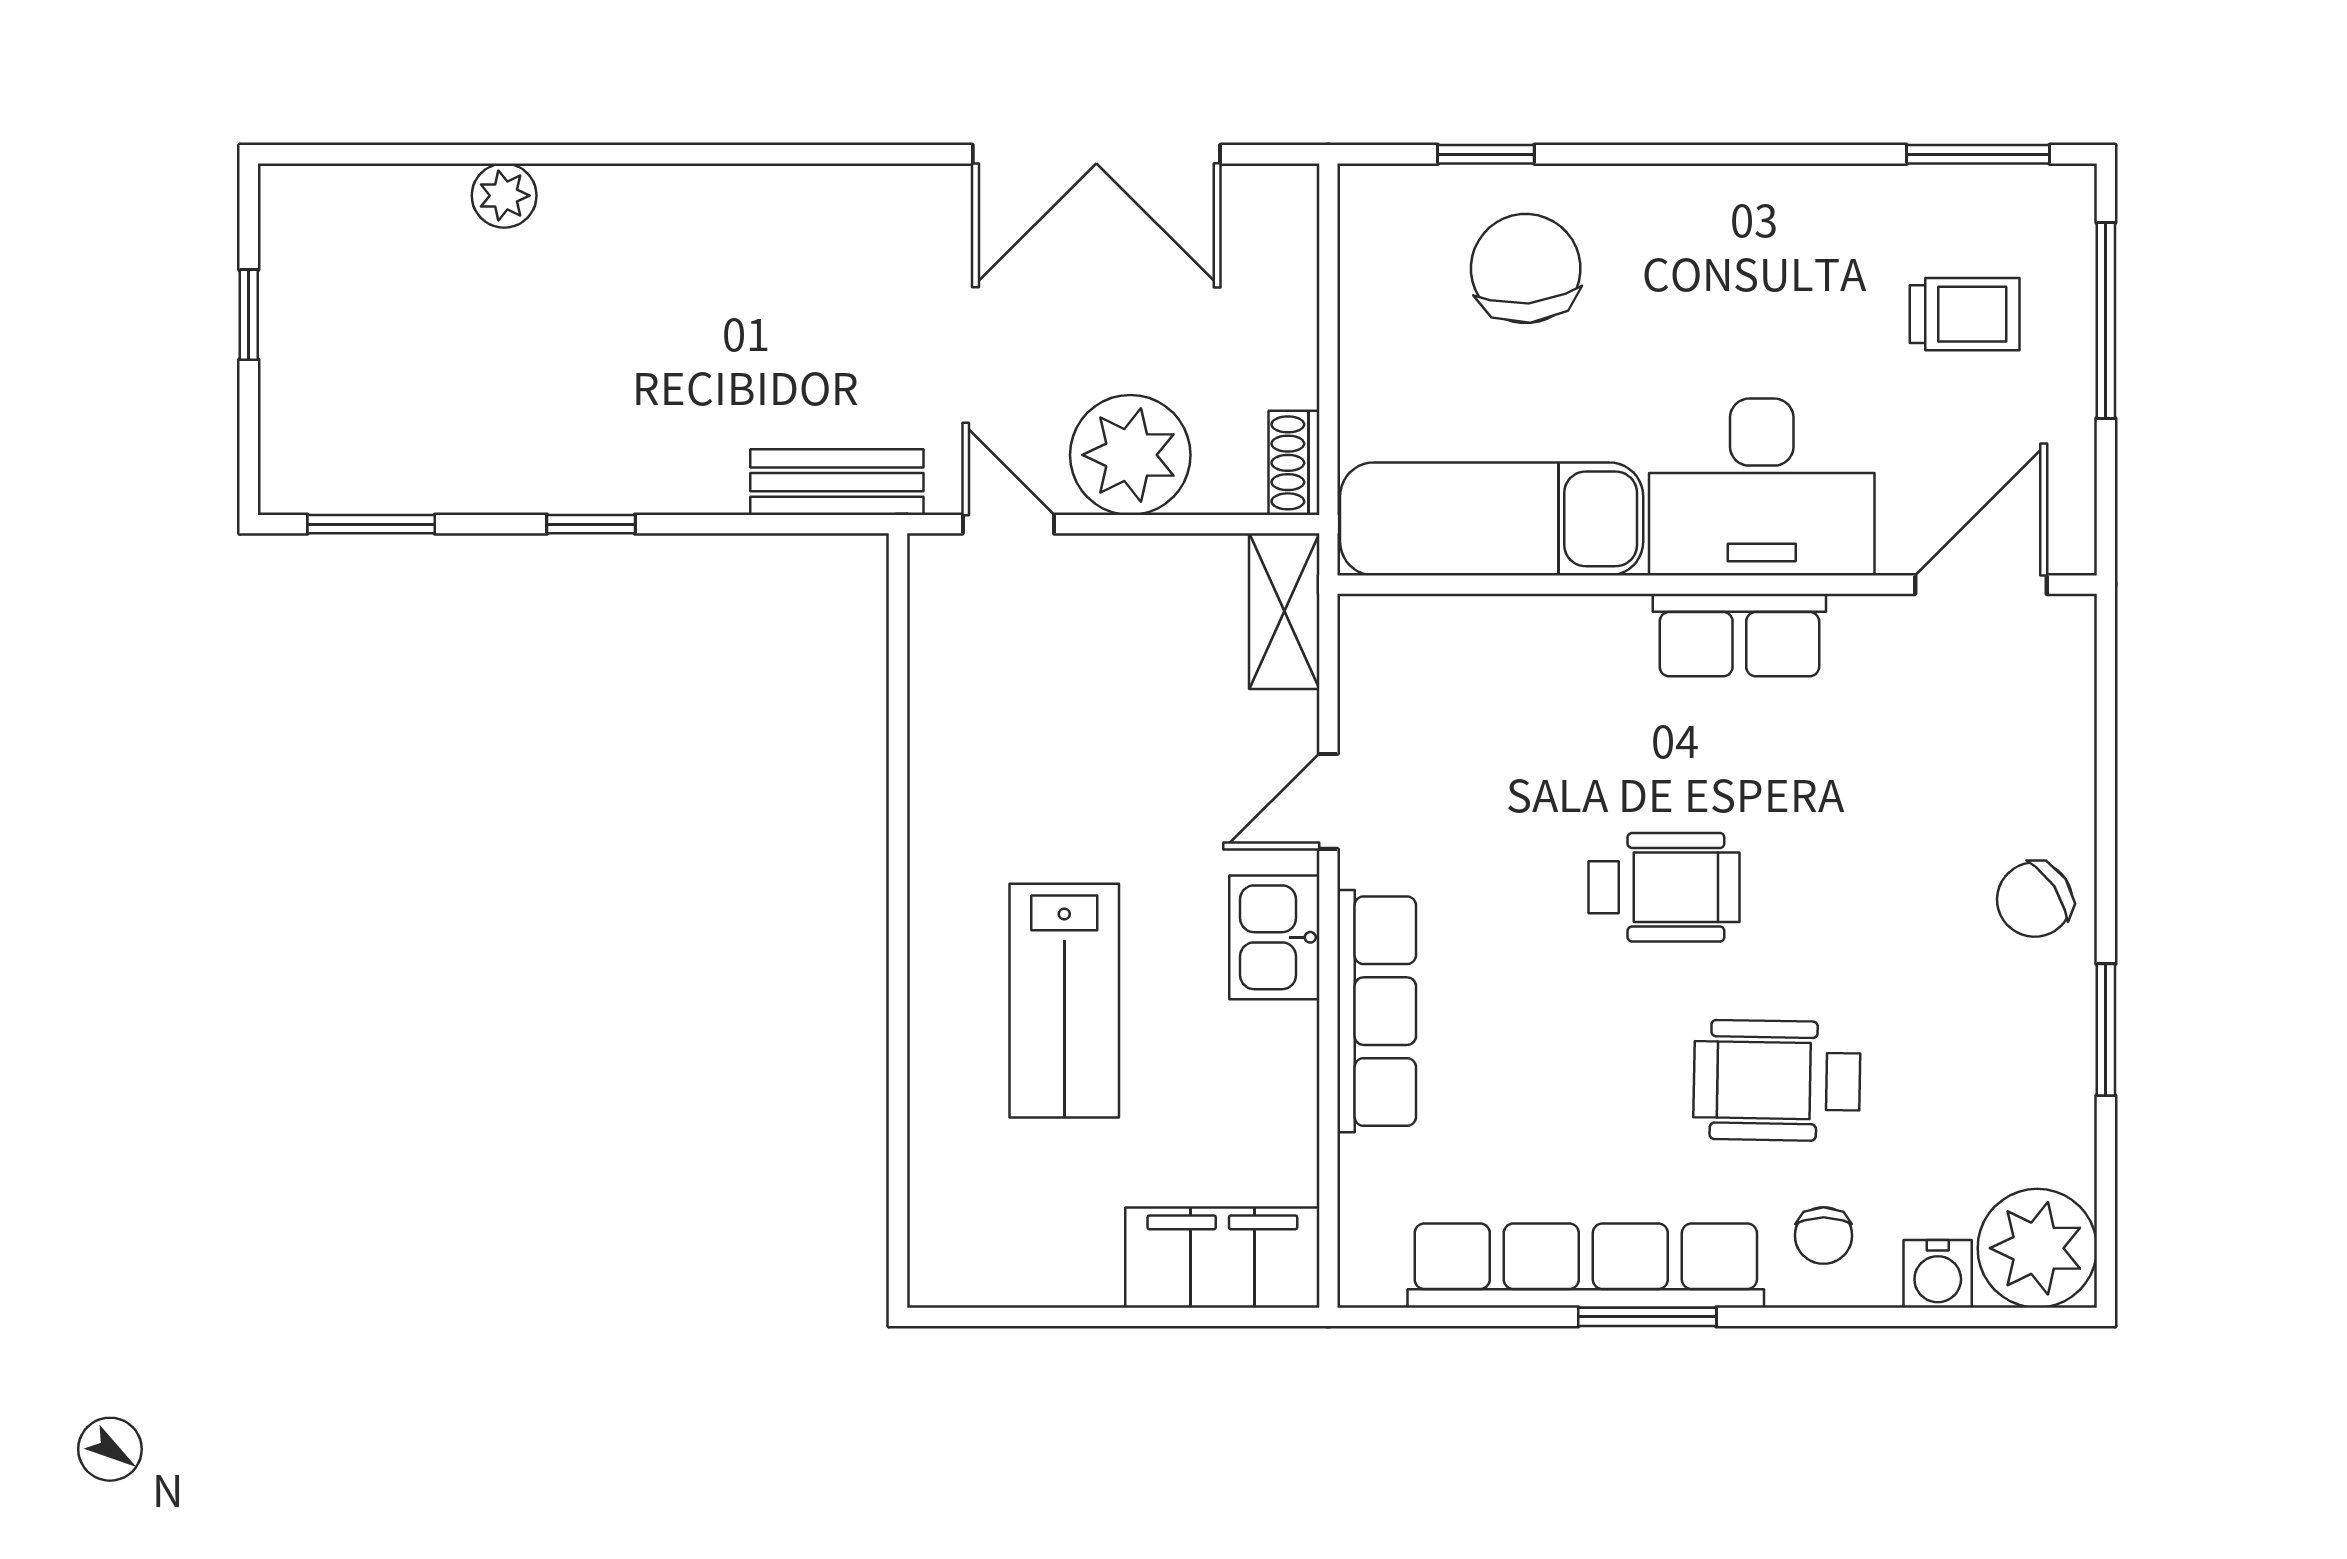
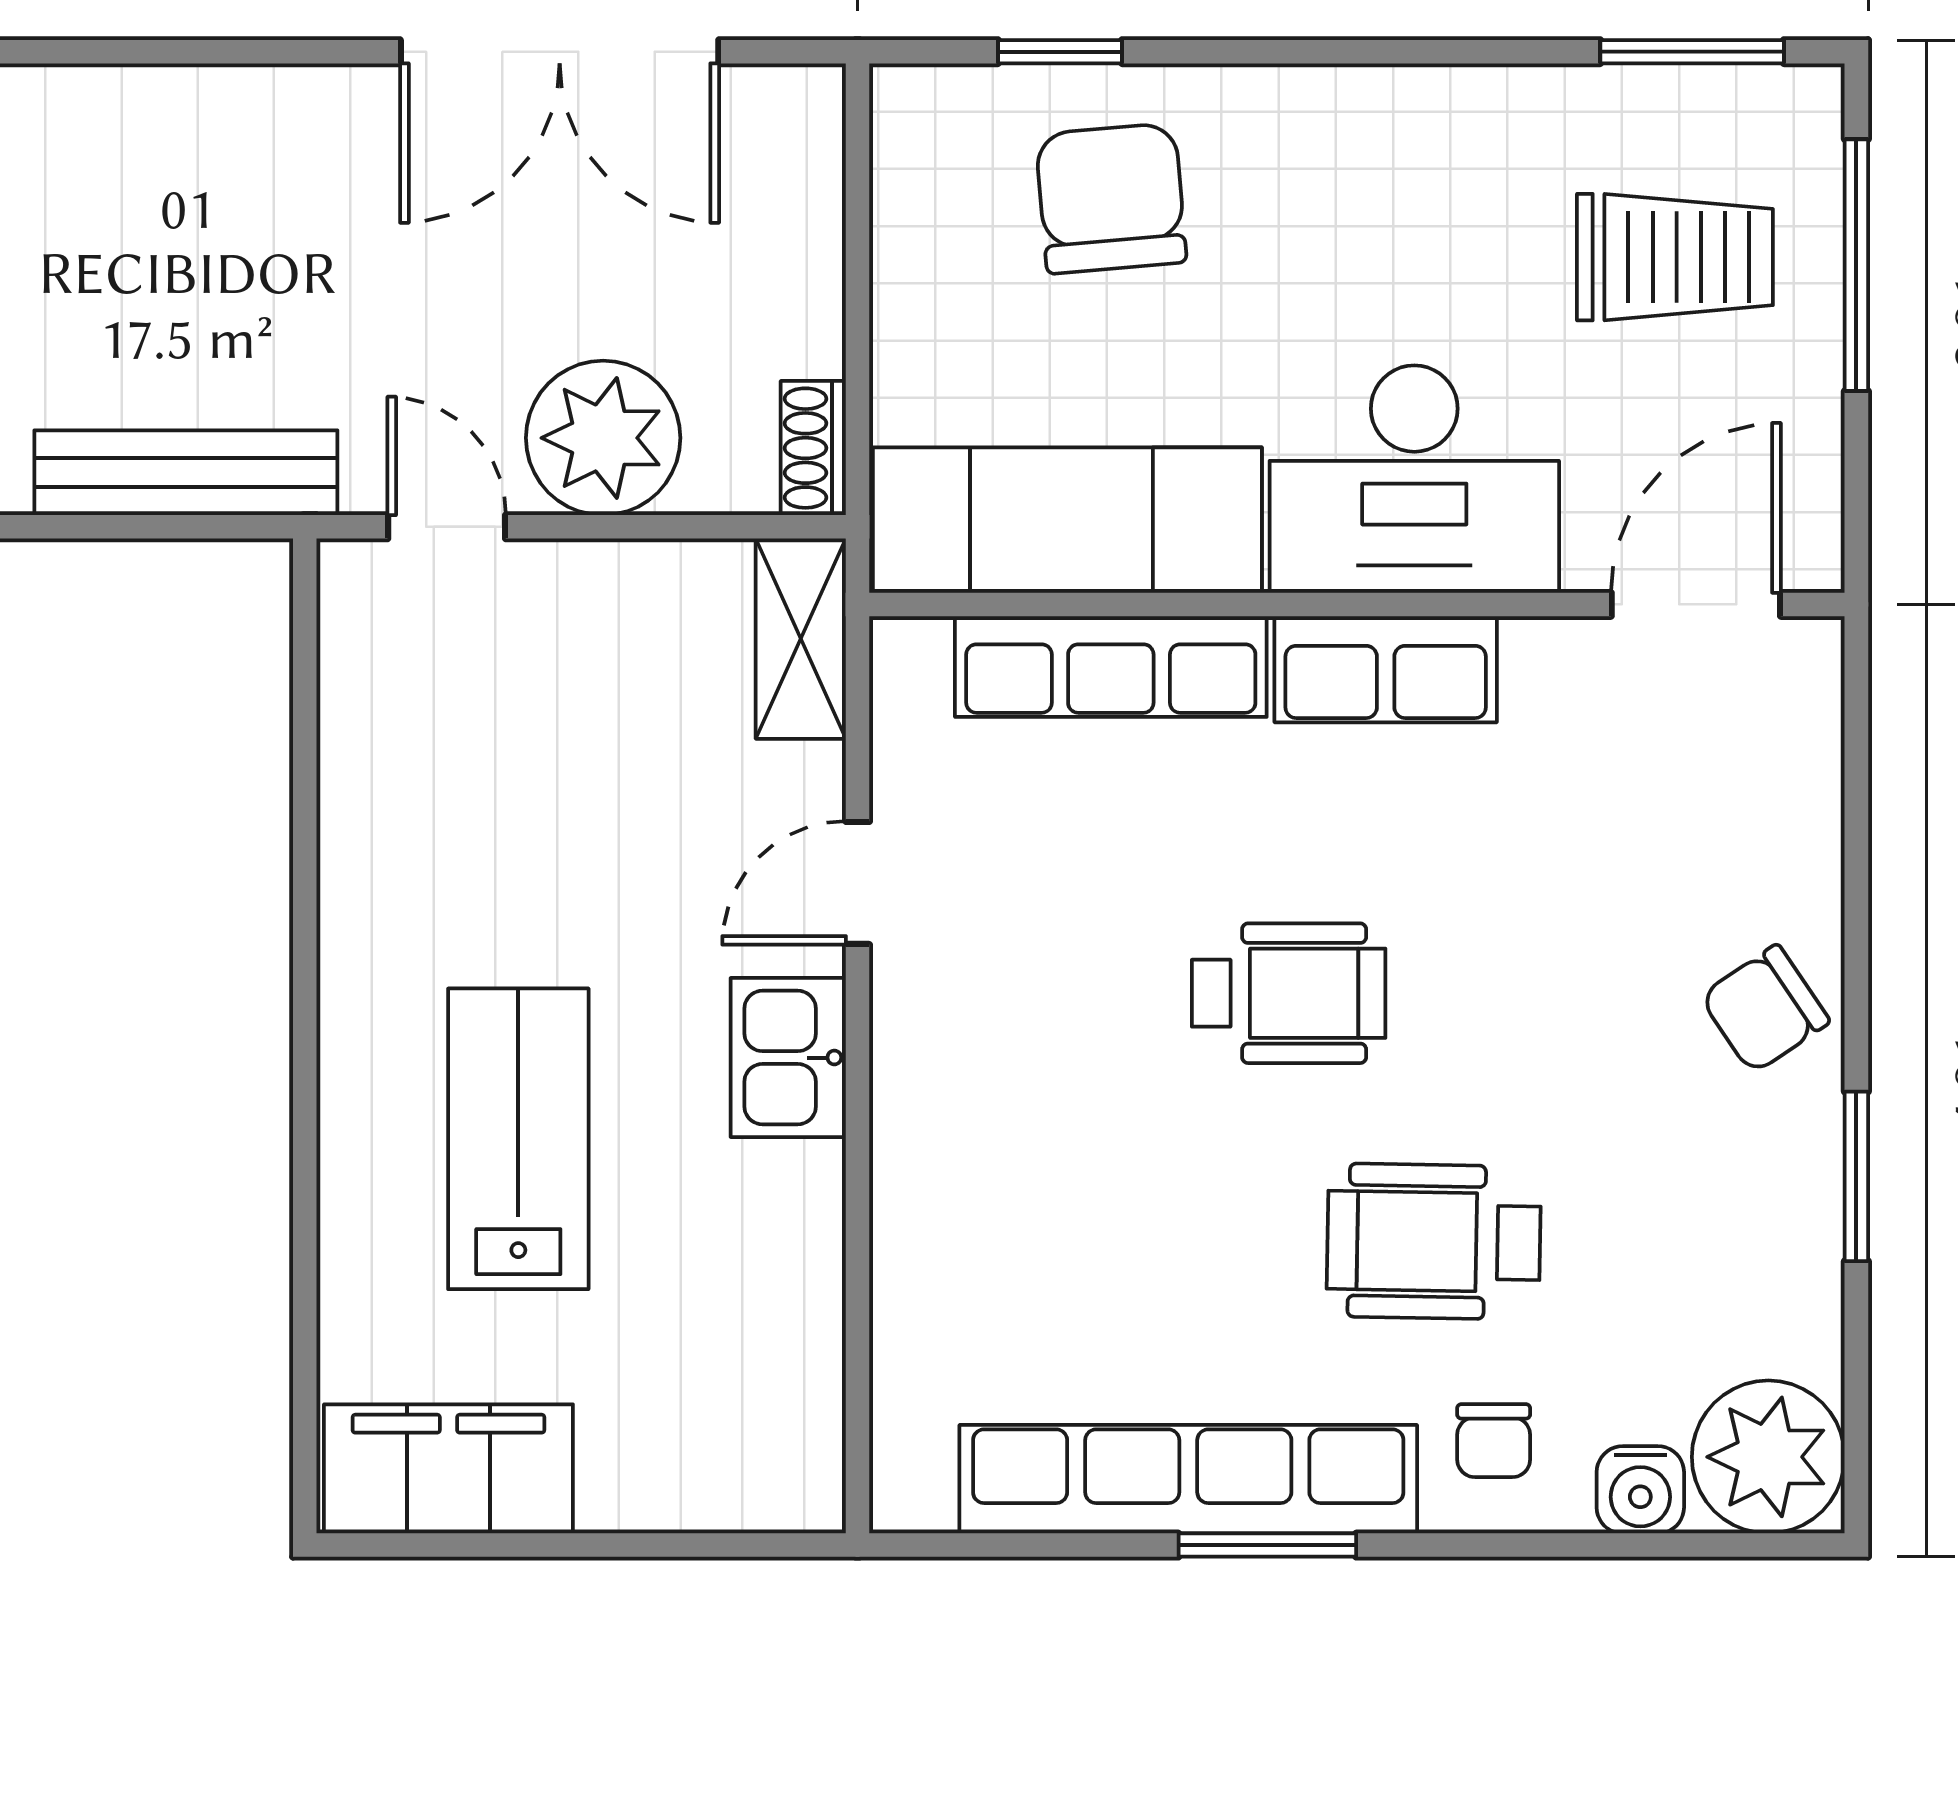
trolley: (1965, 314) -> (1675, 257), width x1.36, depth x1.39
bench: (837, 482) -> (186, 473), width x1.36
lab bench: (1064, 1001) -> (518, 1139), turned 180
row of seats: (1377, 1011) -> (1111, 666), moved, turned 90
filing cabinet: (1222, 1258) -> (448, 1469), moved

